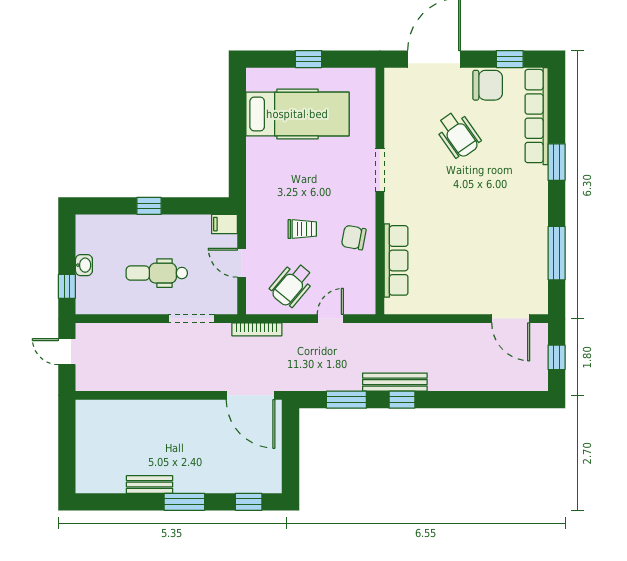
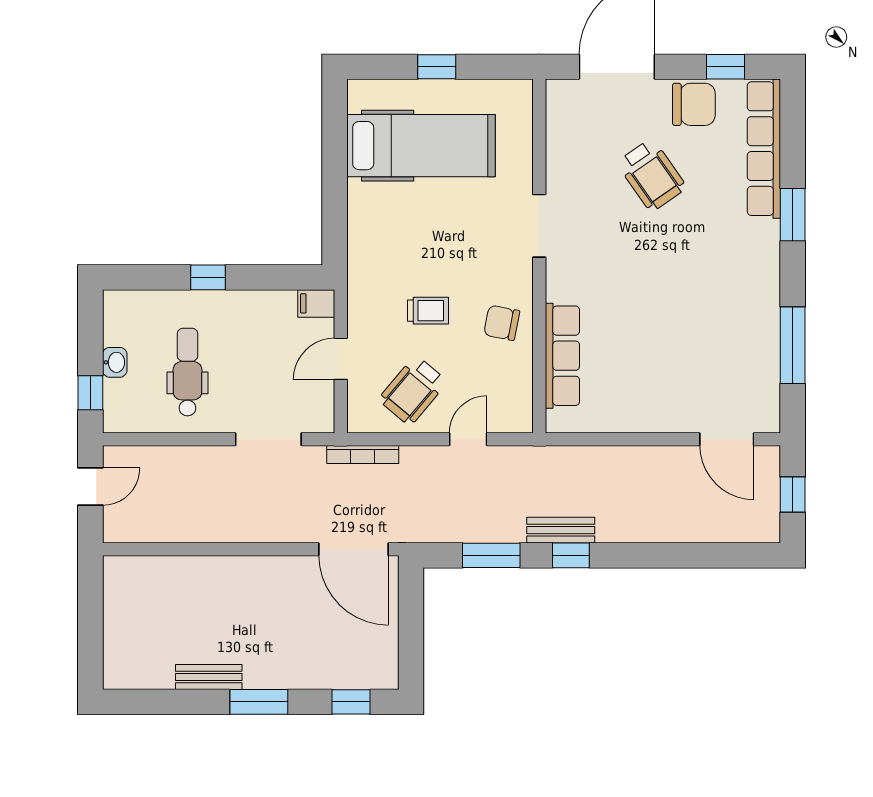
door: (242, 263) -> (341, 359), hinge flipped
dental chair: (157, 273) -> (187, 372), moved, turned 90
door: (67, 352) -> (90, 487), swing flipped
bench: (395, 382) -> (561, 530), width x0.73

